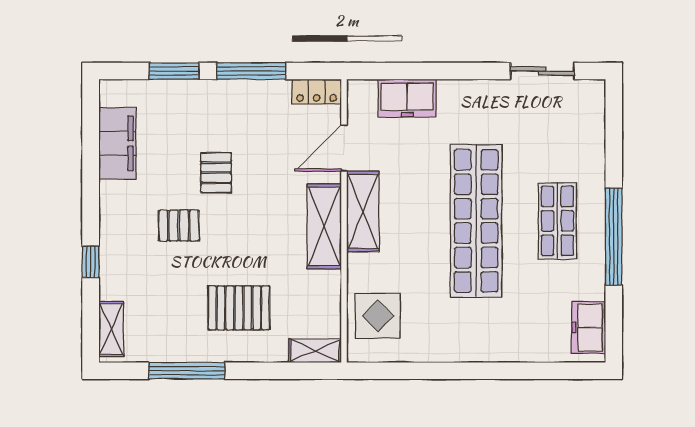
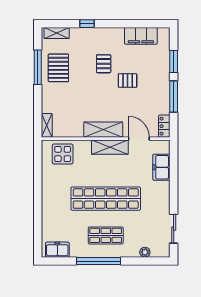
plant: (594, 134) -> (145, 252), added
pallet: (239, 308) -> (58, 68), moved

